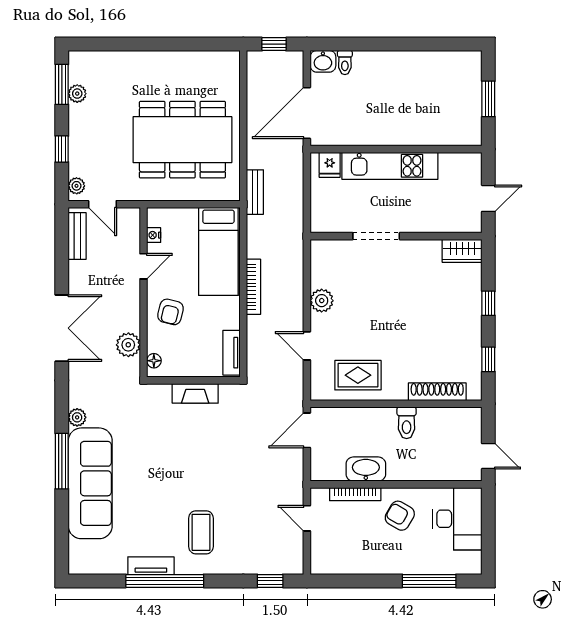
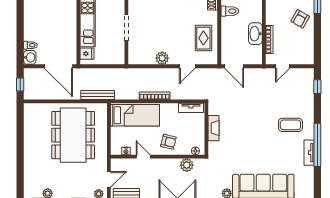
bench: (255, 192) -> (98, 95), width x1.36
armchair: (400, 516) -> (300, 19), moved

